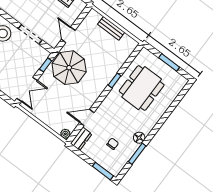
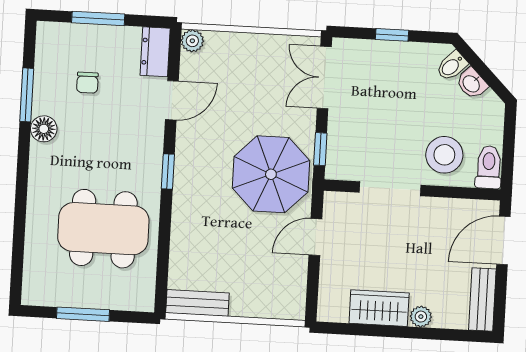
bench: (111, 28) -> (197, 303), moved
door: (68, 35) -> (315, 237), swing flipped
window: (115, 80) -> (168, 172), moved
dining table: (142, 88) -> (103, 229), turned 90
window: (103, 171) -> (98, 18), moved

